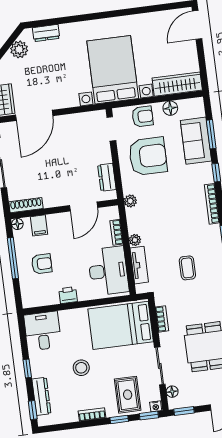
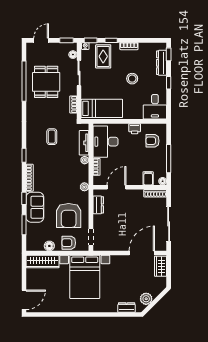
sofa: (196, 141) -> (35, 207), moved
armchair: (148, 156) -> (69, 215), turned -90
armchair: (42, 264) -> (153, 141), moved
bed: (121, 325) -> (102, 108), width x0.67

